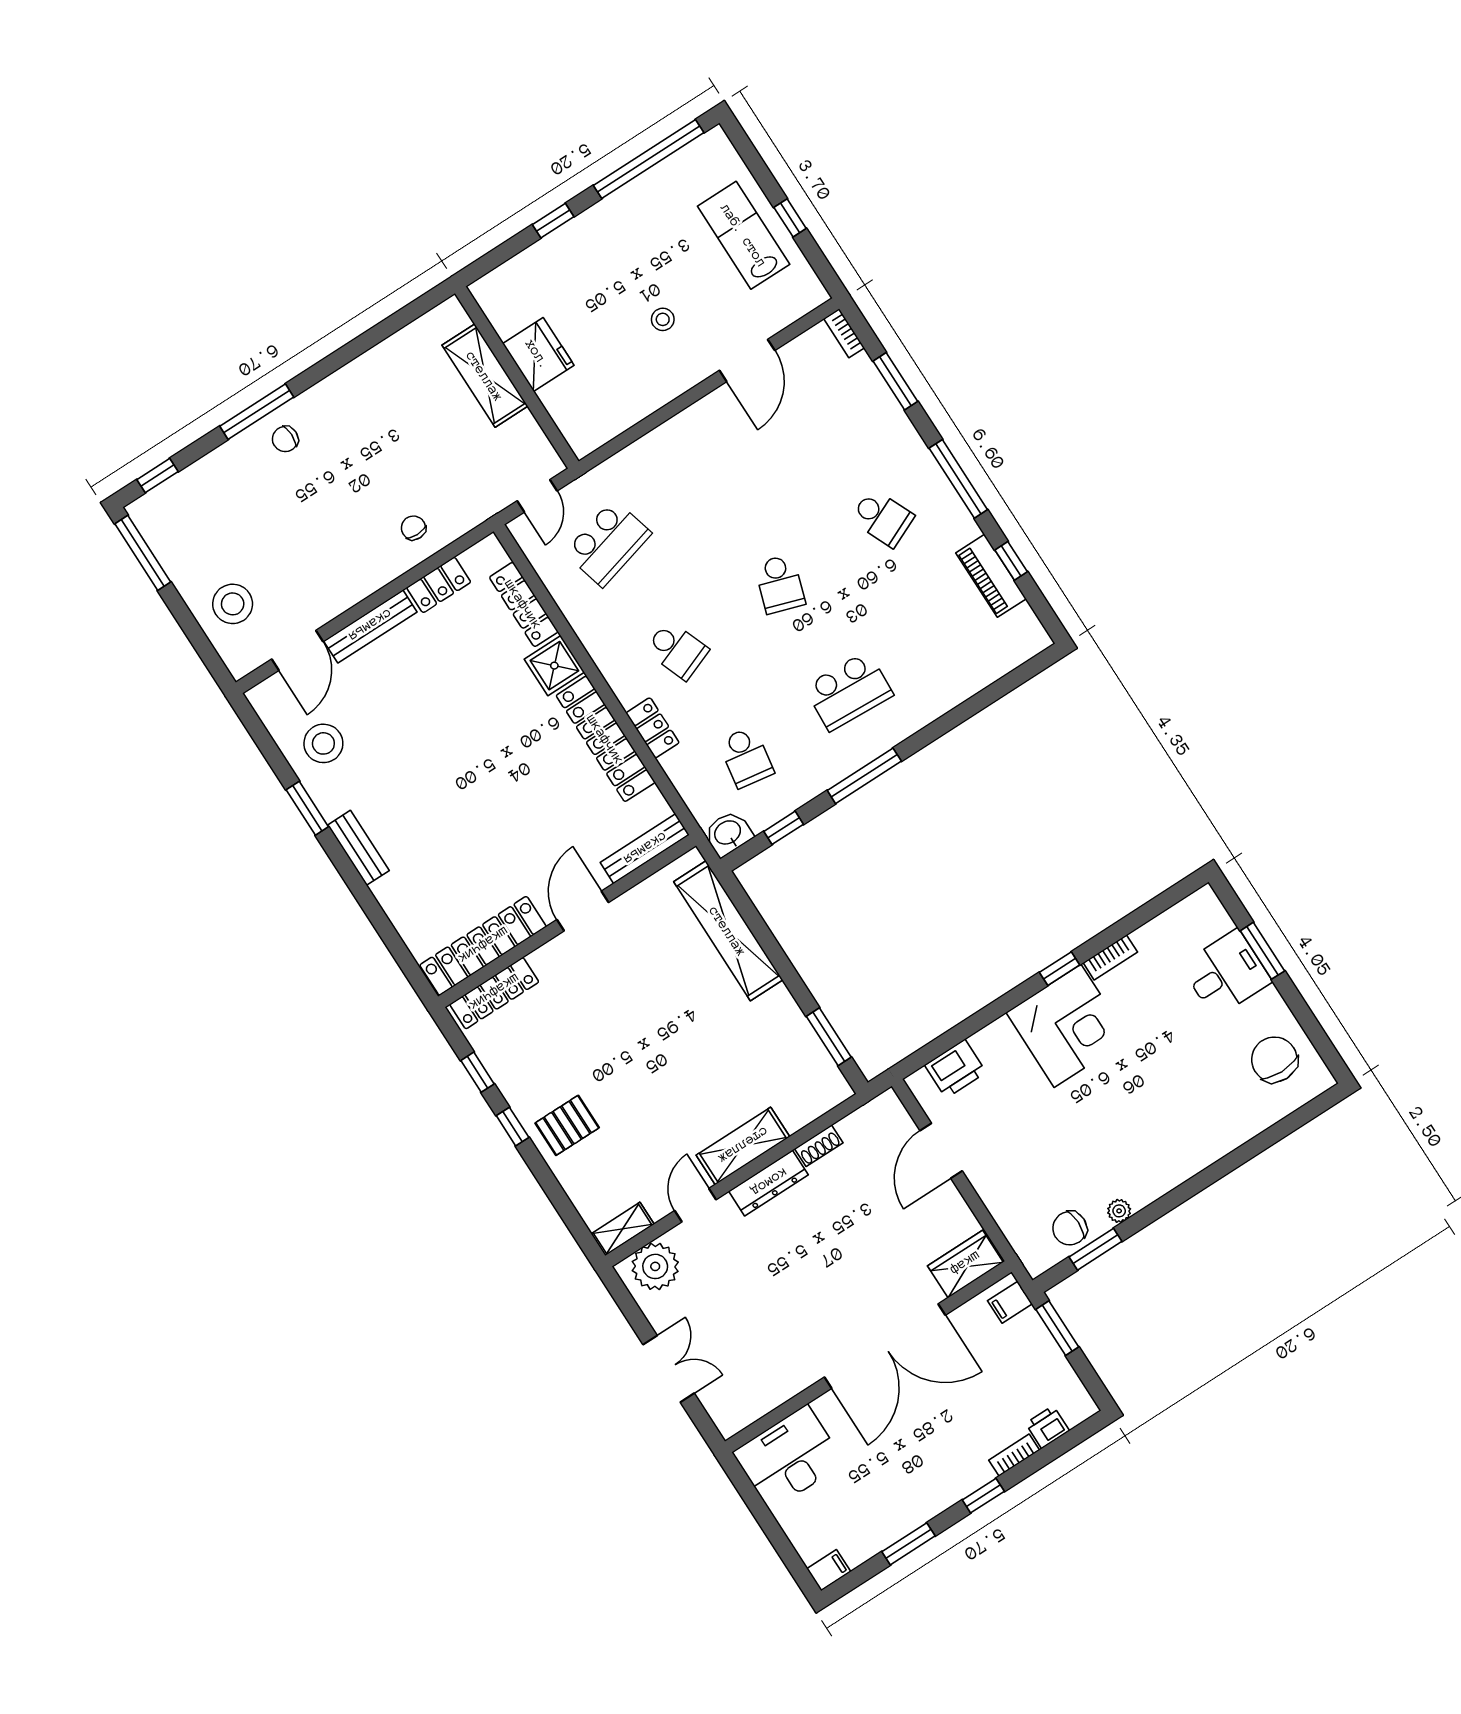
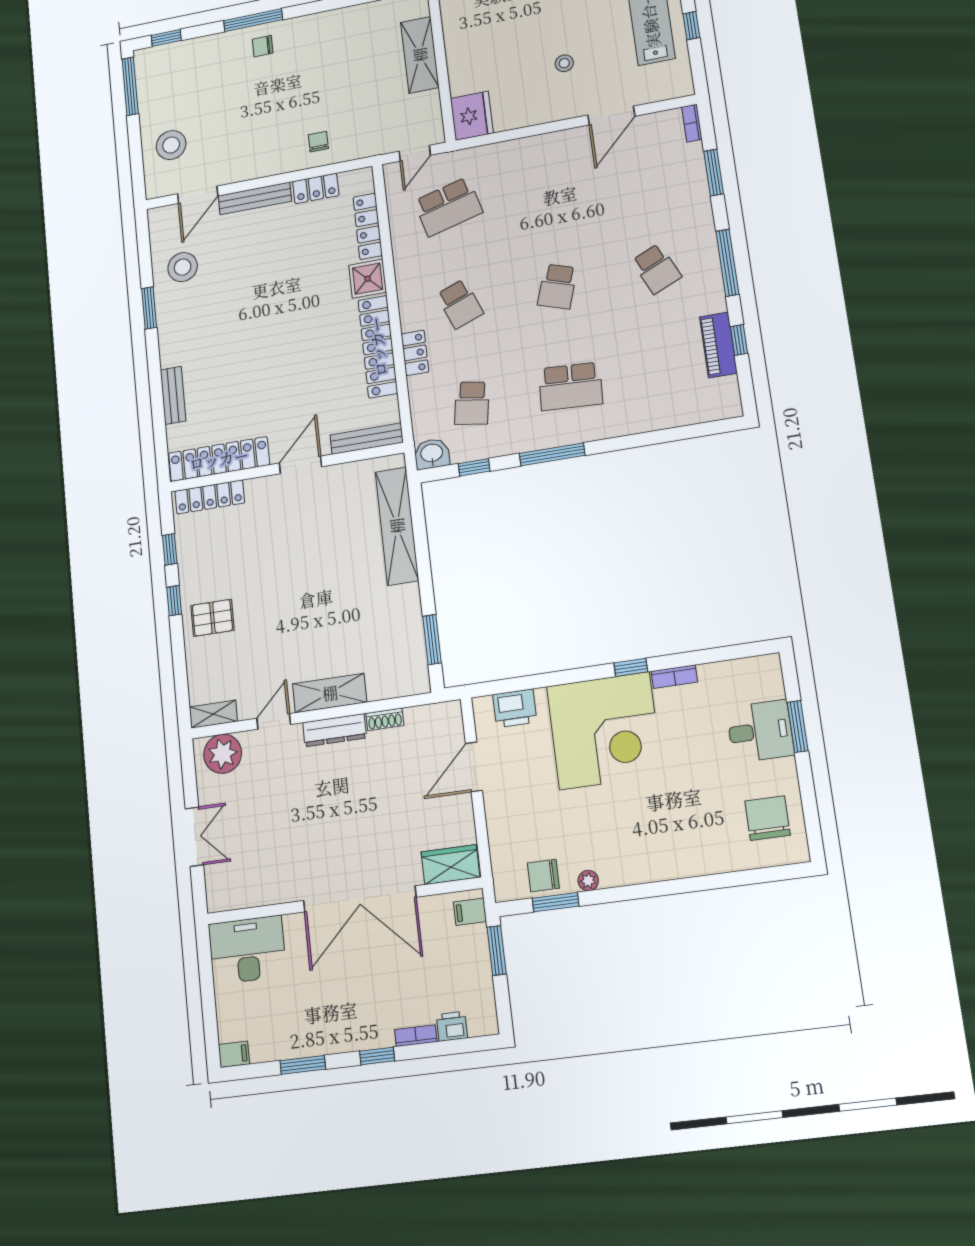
fridge: (538, 354) -> (472, 116), moved
bench: (358, 848) -> (173, 395), moved
corner desk: (1068, 1026) -> (604, 731), width x1.36, depth x1.36

